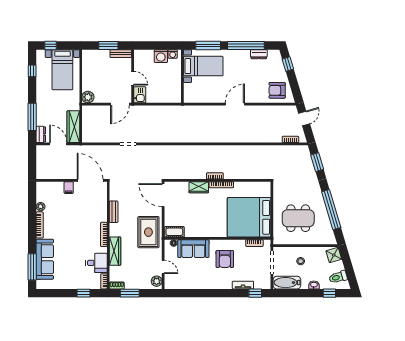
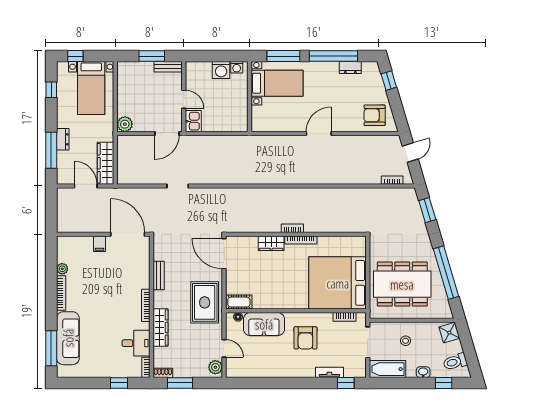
dresser: (41, 134) -> (63, 139), moved
dining table: (298, 218) -> (402, 284), width x1.36, depth x1.24

